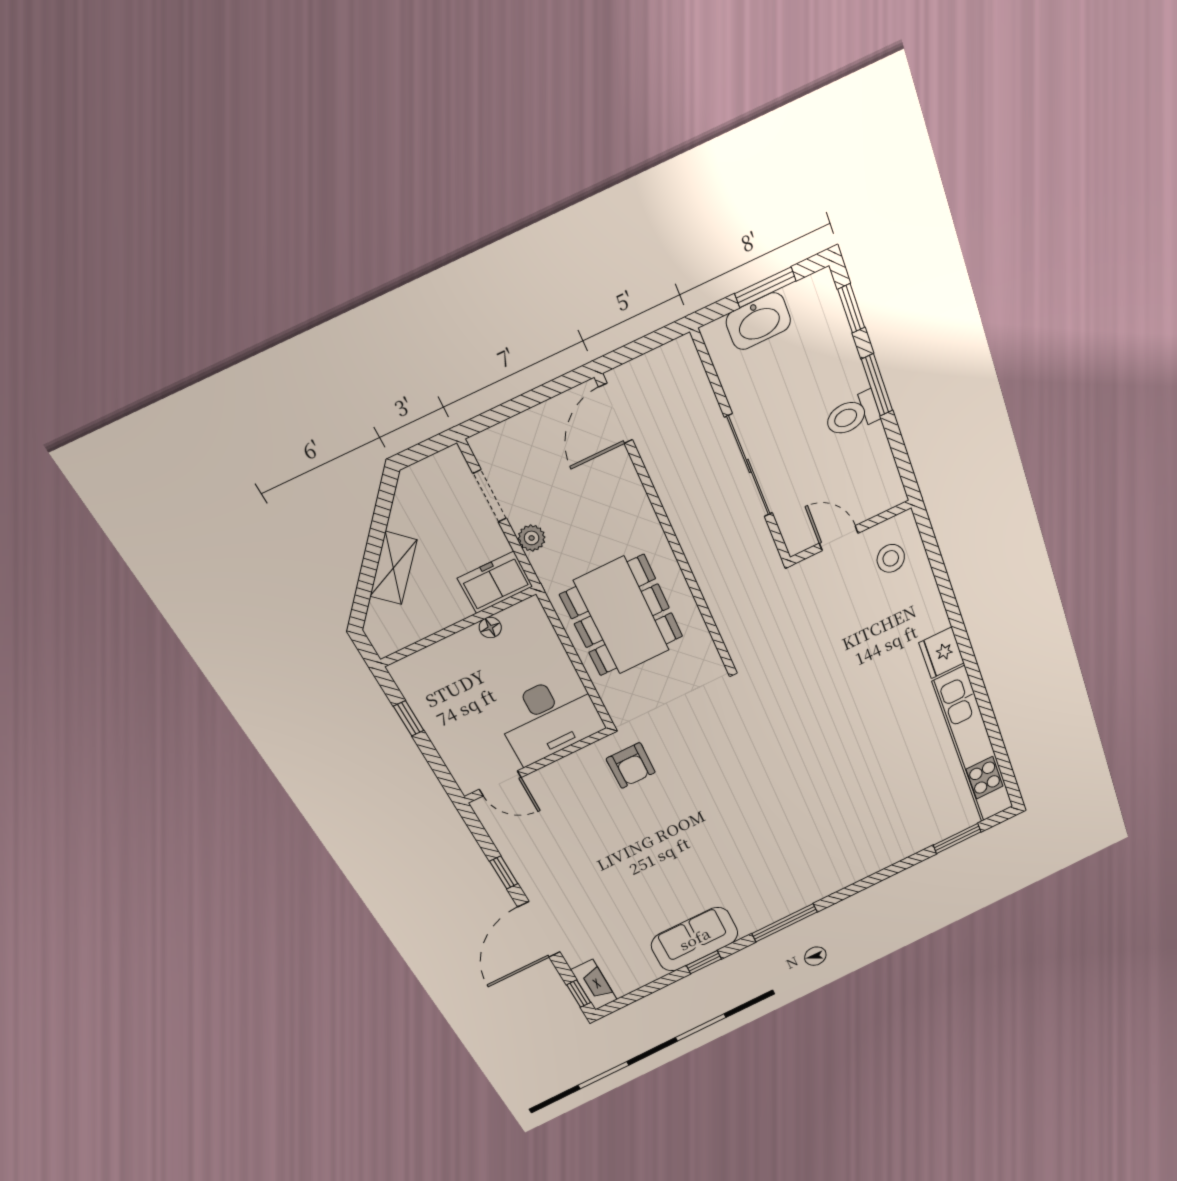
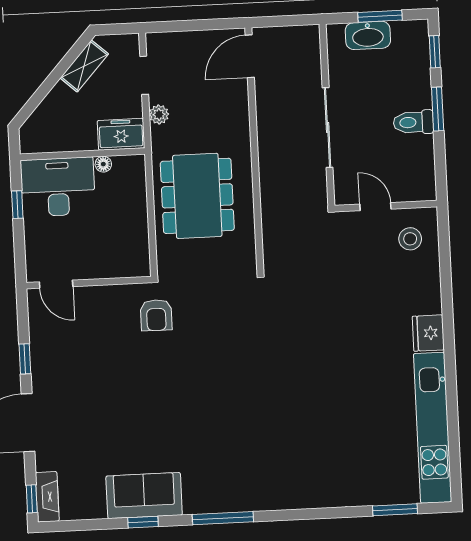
shelving: (393, 568) -> (84, 66), moved
desk: (549, 718) -> (58, 187), moved, turned 180

